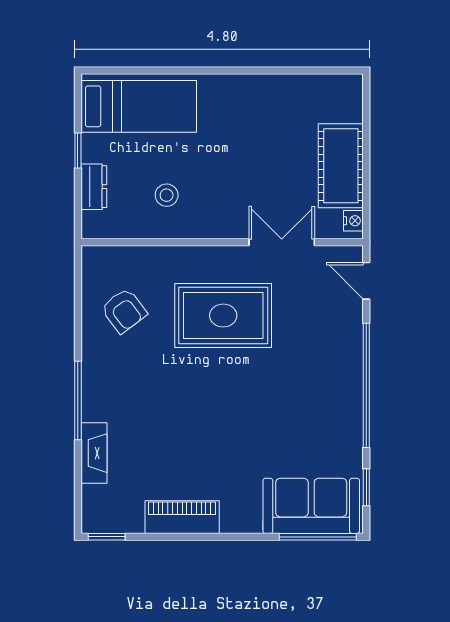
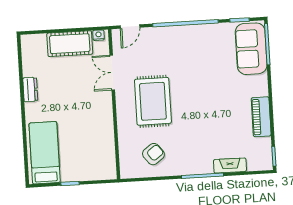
dresser: (94, 187) -> (30, 90), moved, turned 90
stool: (167, 195) -> (91, 135), removed

